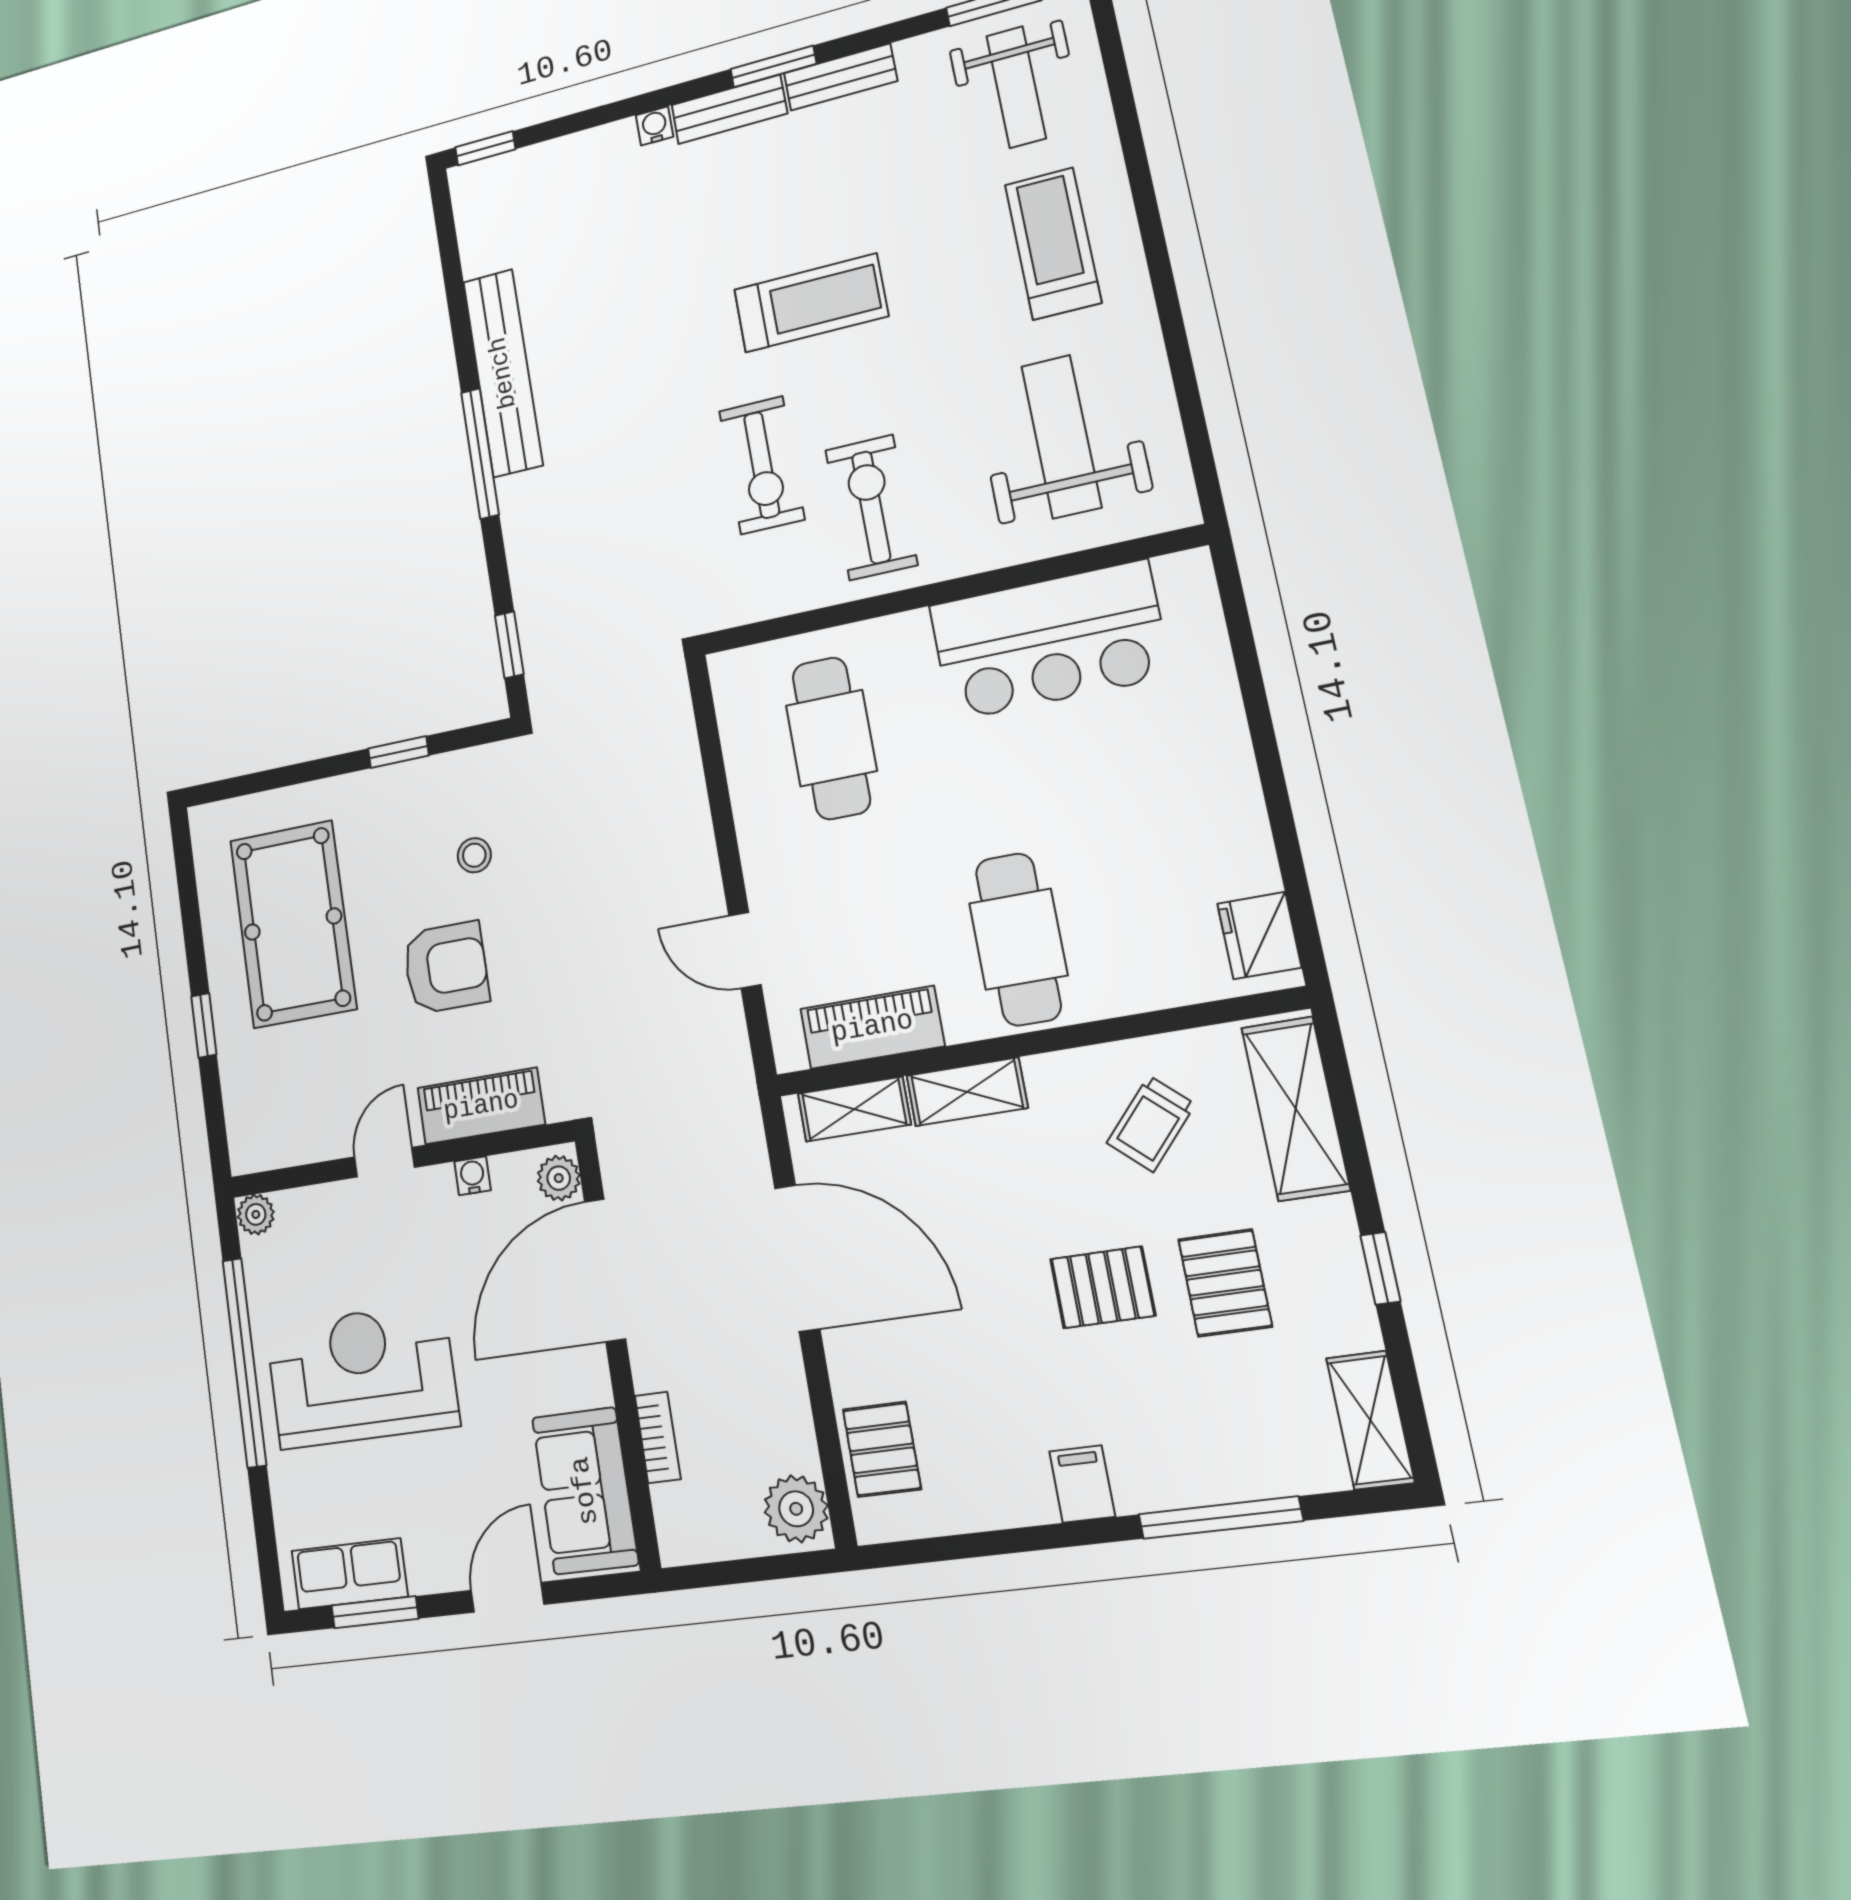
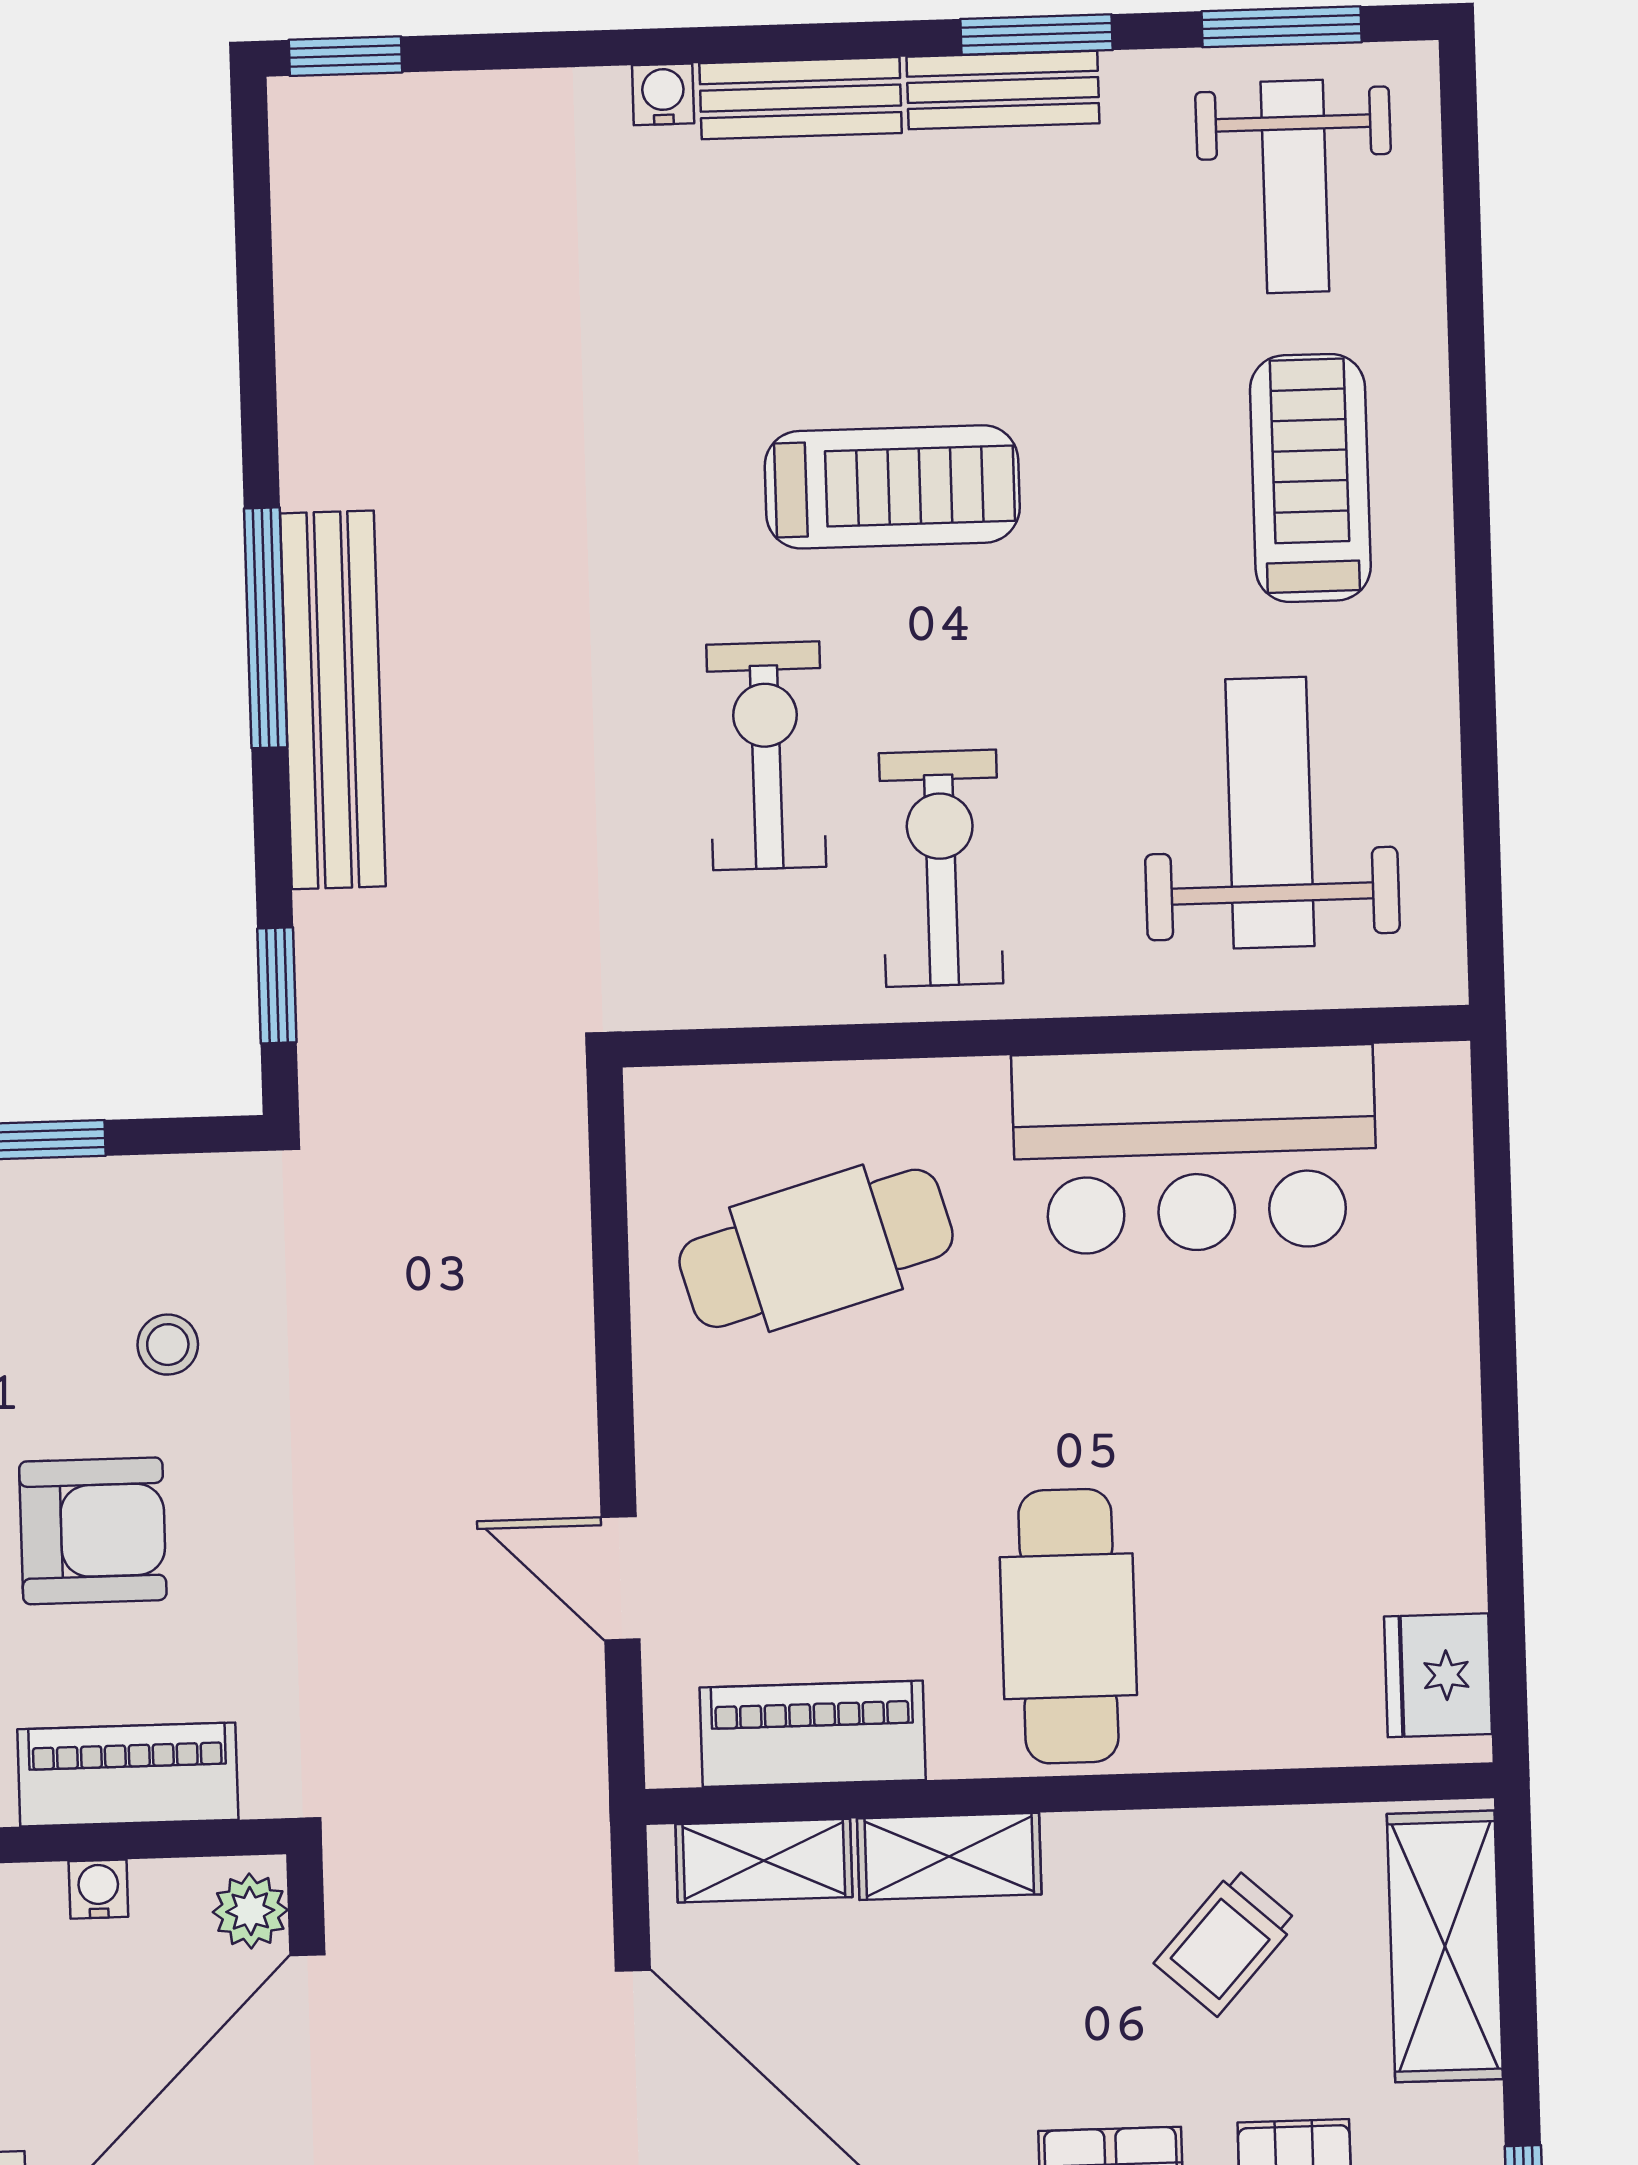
window: (773, 66) -> (1036, 34), moved
bench: (503, 373) -> (333, 700), moved
exercise bike: (762, 465) -> (766, 756), turned 180
cafe table: (831, 738) -> (816, 1248), turned 74

